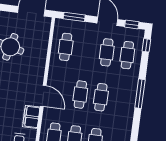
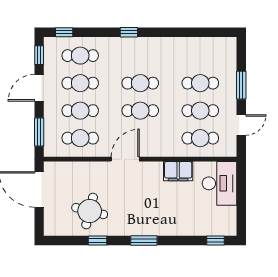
cafe table: (86, 50) -> (80, 111), added
window: (140, 94) -> (129, 32), width x0.46
door: (43, 96) -> (125, 159), moved

